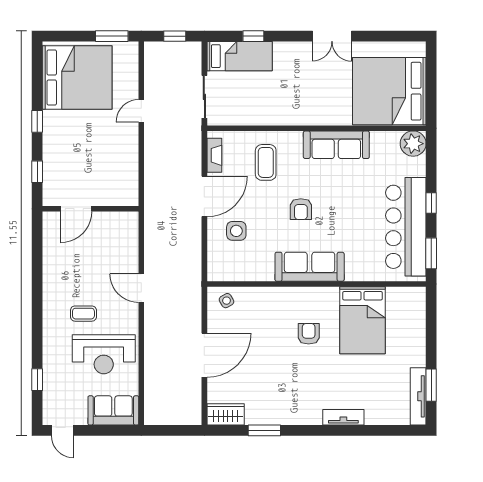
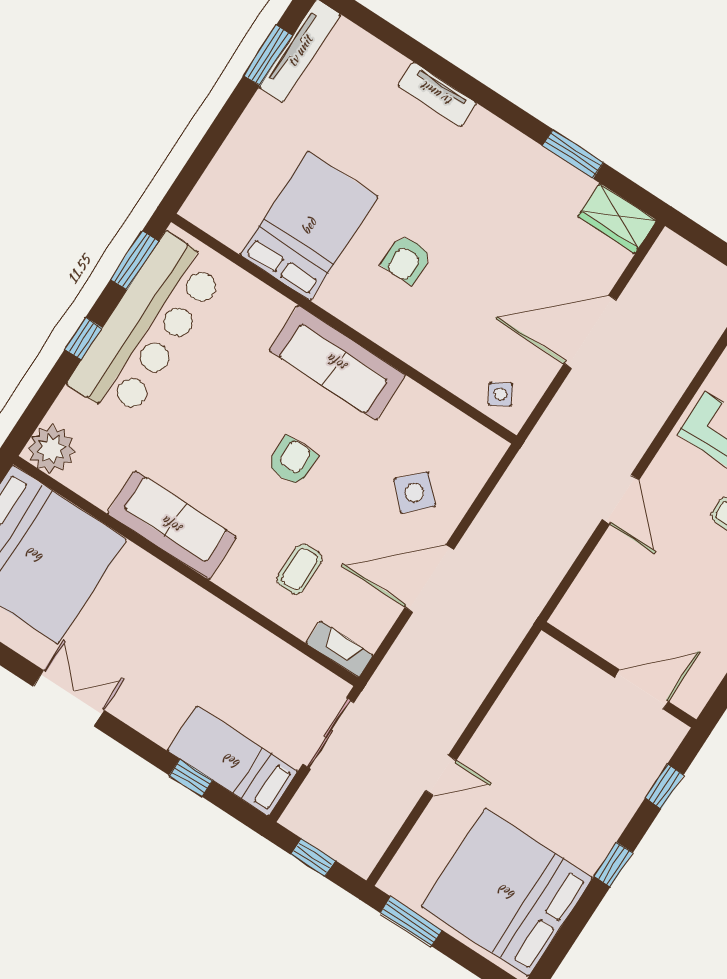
fireplace: (214, 155) -> (340, 649), moved, turned 90
coffee table: (266, 162) -> (300, 569), width x0.73, depth x0.77
side table: (236, 231) -> (415, 493), turned 45

